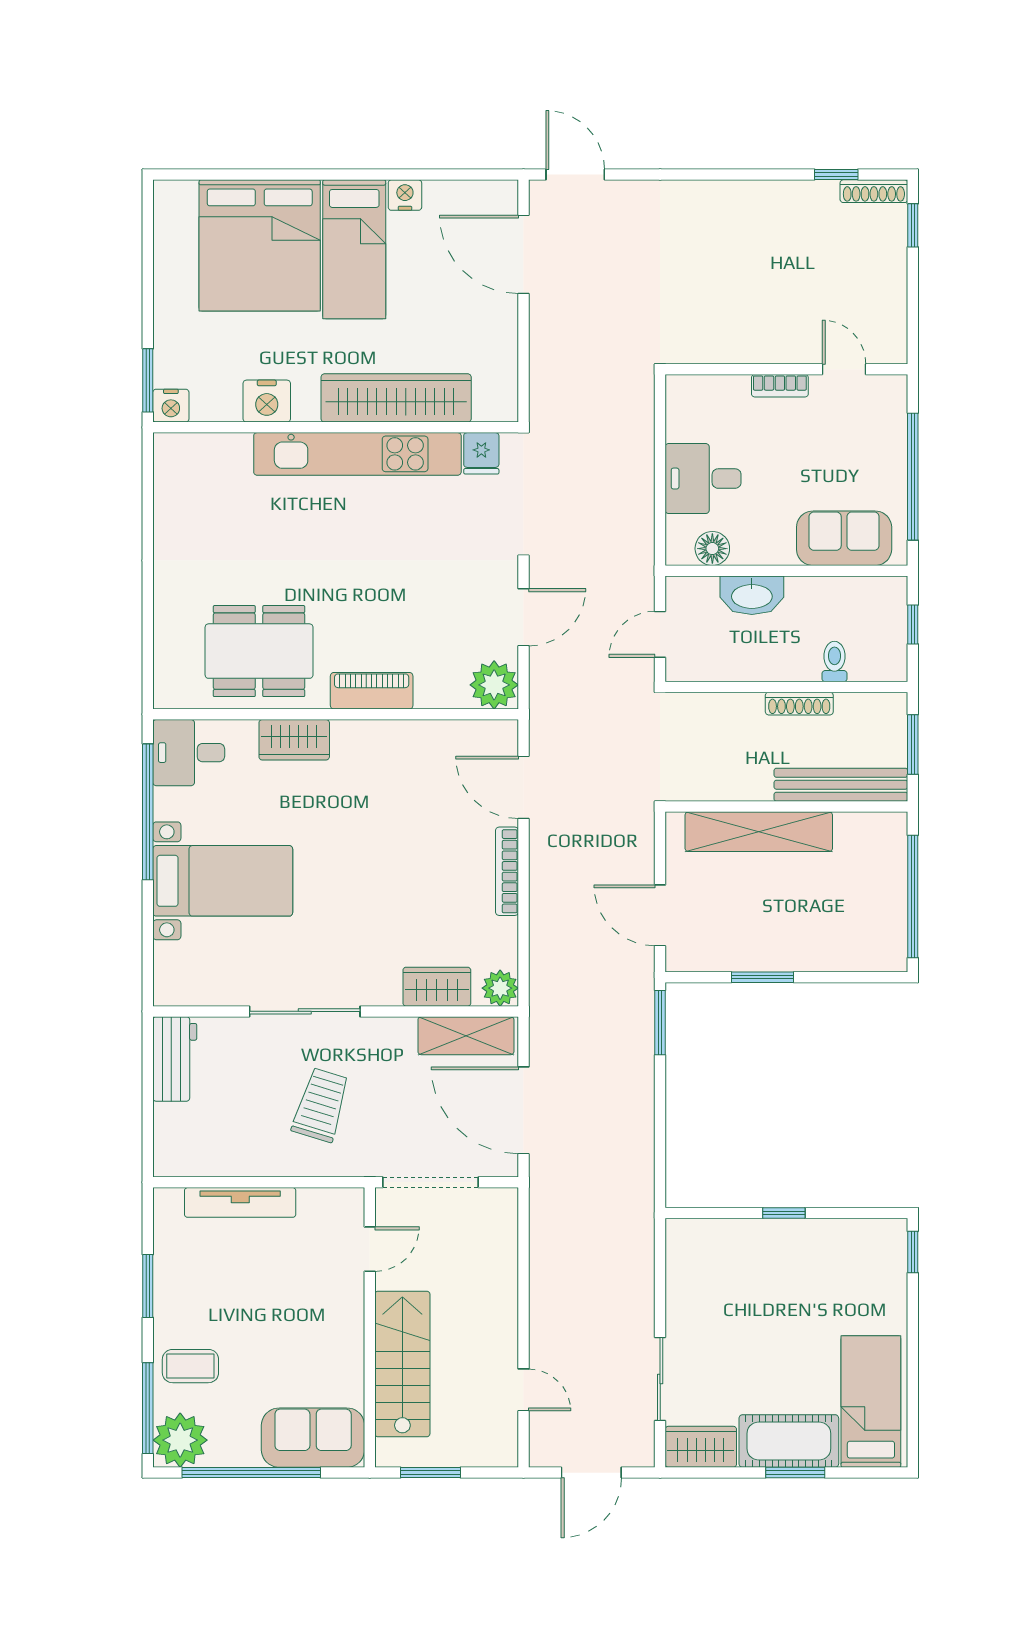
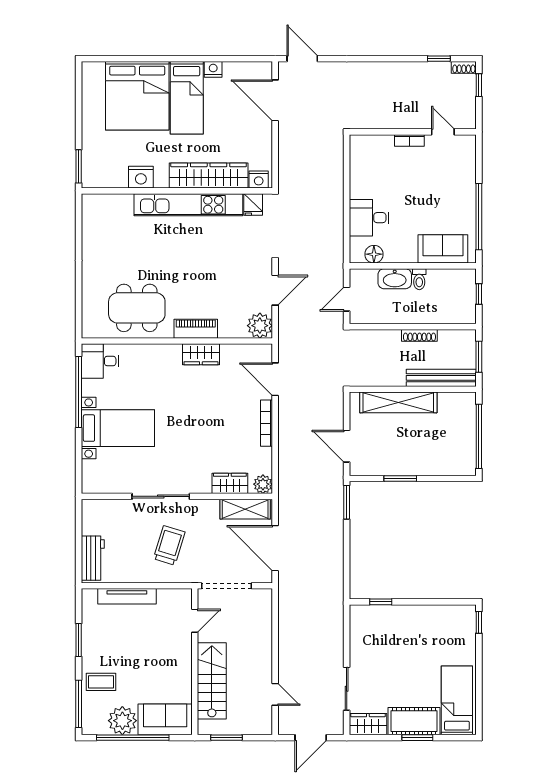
shoe rack: (874, 191) -> (464, 67), width x0.70
wall: (786, 369) -> (413, 132), moved
door: (844, 369) -> (443, 132), moved
bookcase: (780, 386) -> (409, 140), moved
nightstand: (171, 406) -> (259, 179), moved
toilet: (834, 662) -> (419, 279), moved, turned 180
wardrobe: (294, 740) -> (201, 354), moved
workbench: (175, 1059) -> (93, 558), moved
window: (784, 1213) -> (381, 602), moved
plant: (180, 1440) -> (122, 721), moved

